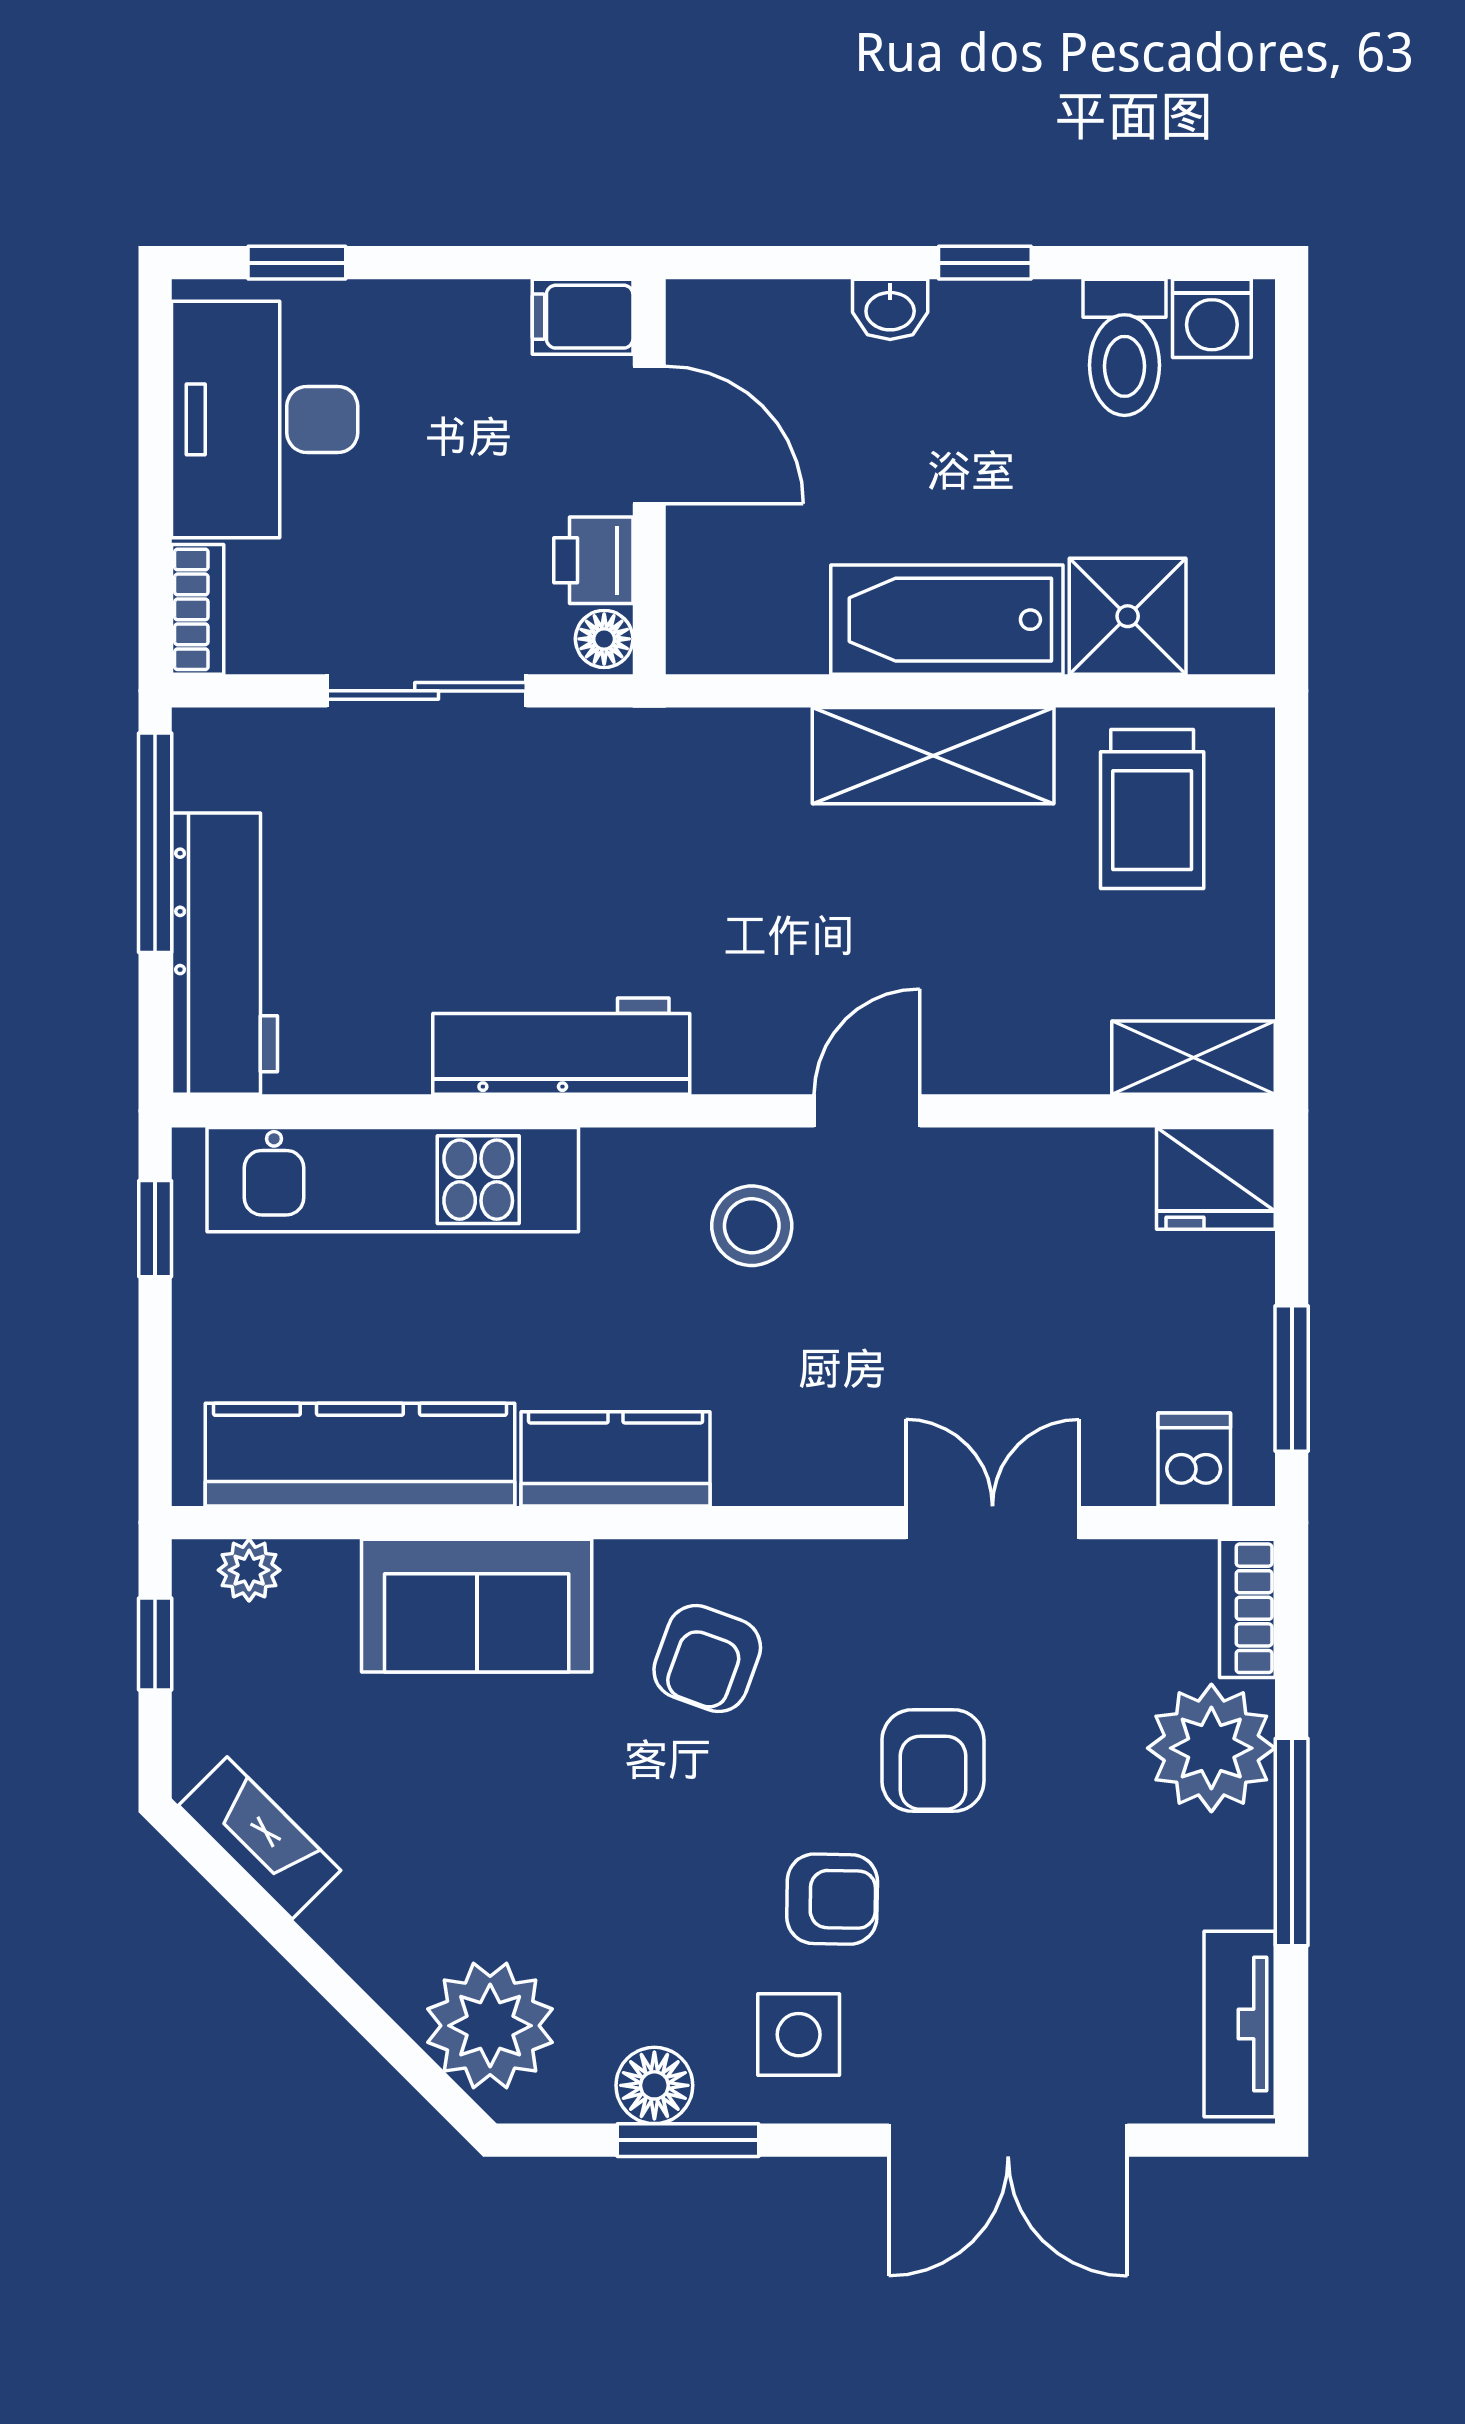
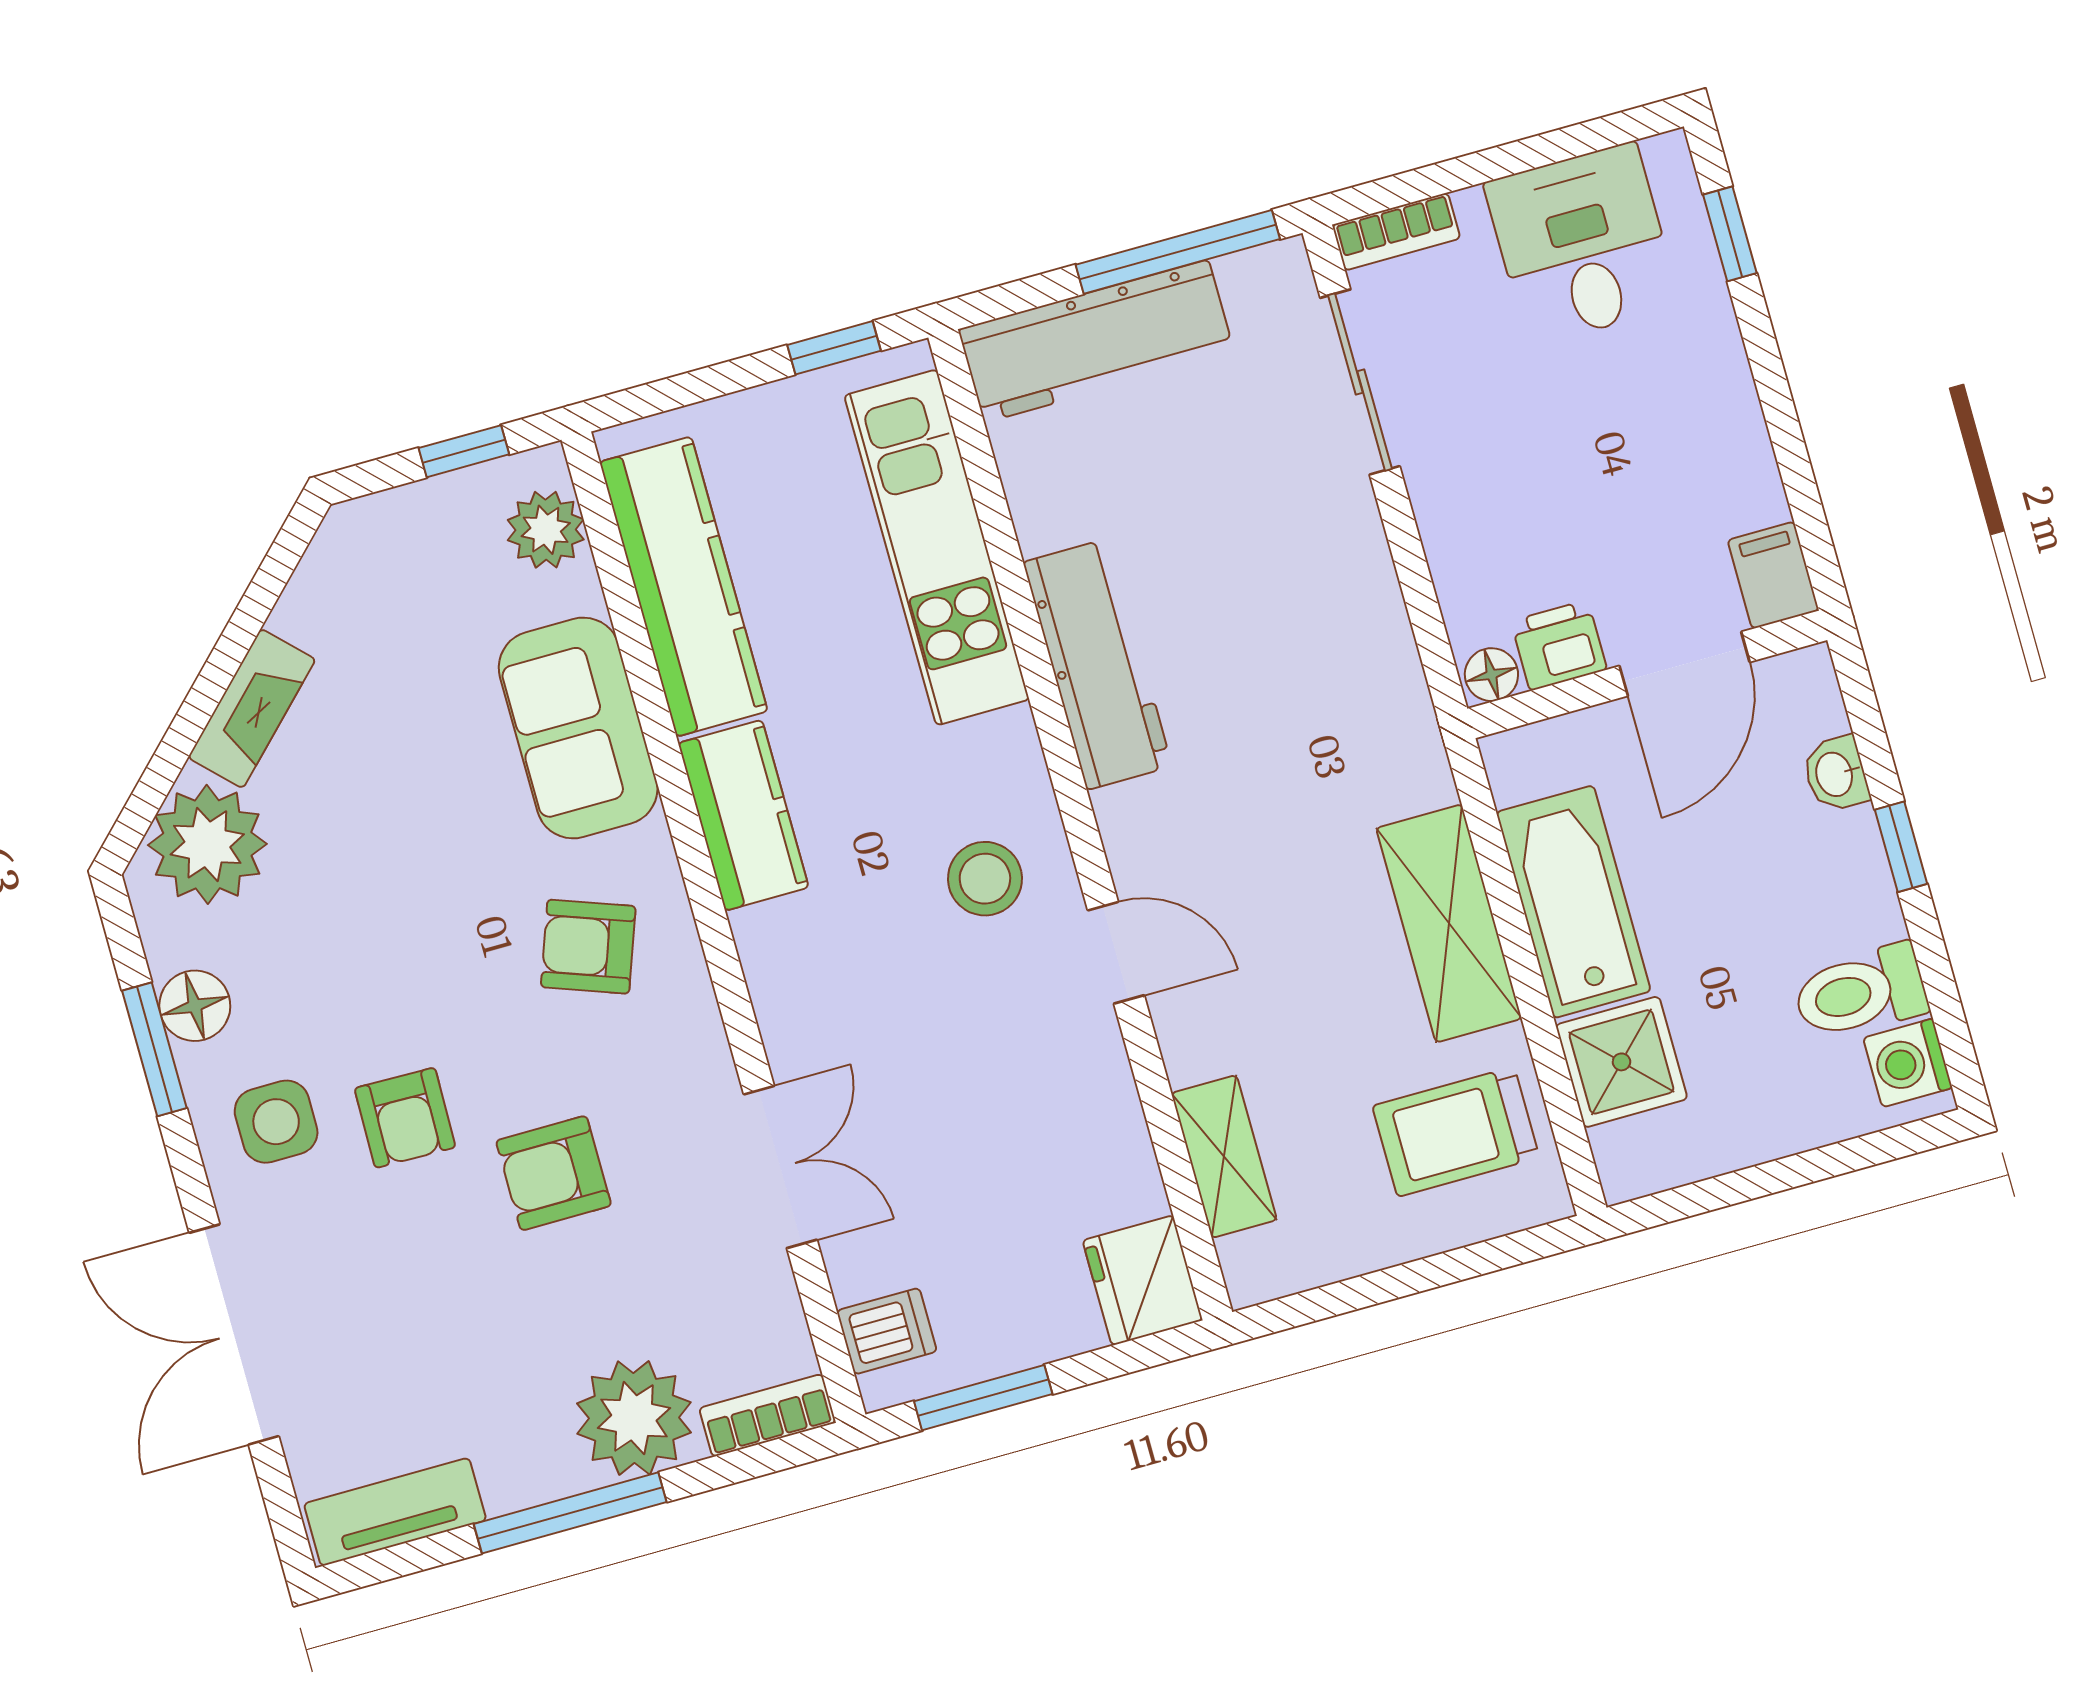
filing cabinet: (583, 317) -> (1773, 575), moved
desk: (265, 419) -> (1582, 244), width x0.73
door: (649, 435) -> (1685, 664), moved
wall: (649, 477) -> (1647, 674), moved
printer: (593, 560) -> (1559, 645), moved
floor lamp: (604, 639) -> (1491, 675), moved
sliding door: (427, 691) -> (1360, 382), moved
shelving: (1193, 1058) -> (1224, 1157), moved
plant: (249, 1570) -> (546, 530), width x1.38, depth x1.38
fireplace: (260, 1838) -> (252, 709), moved

